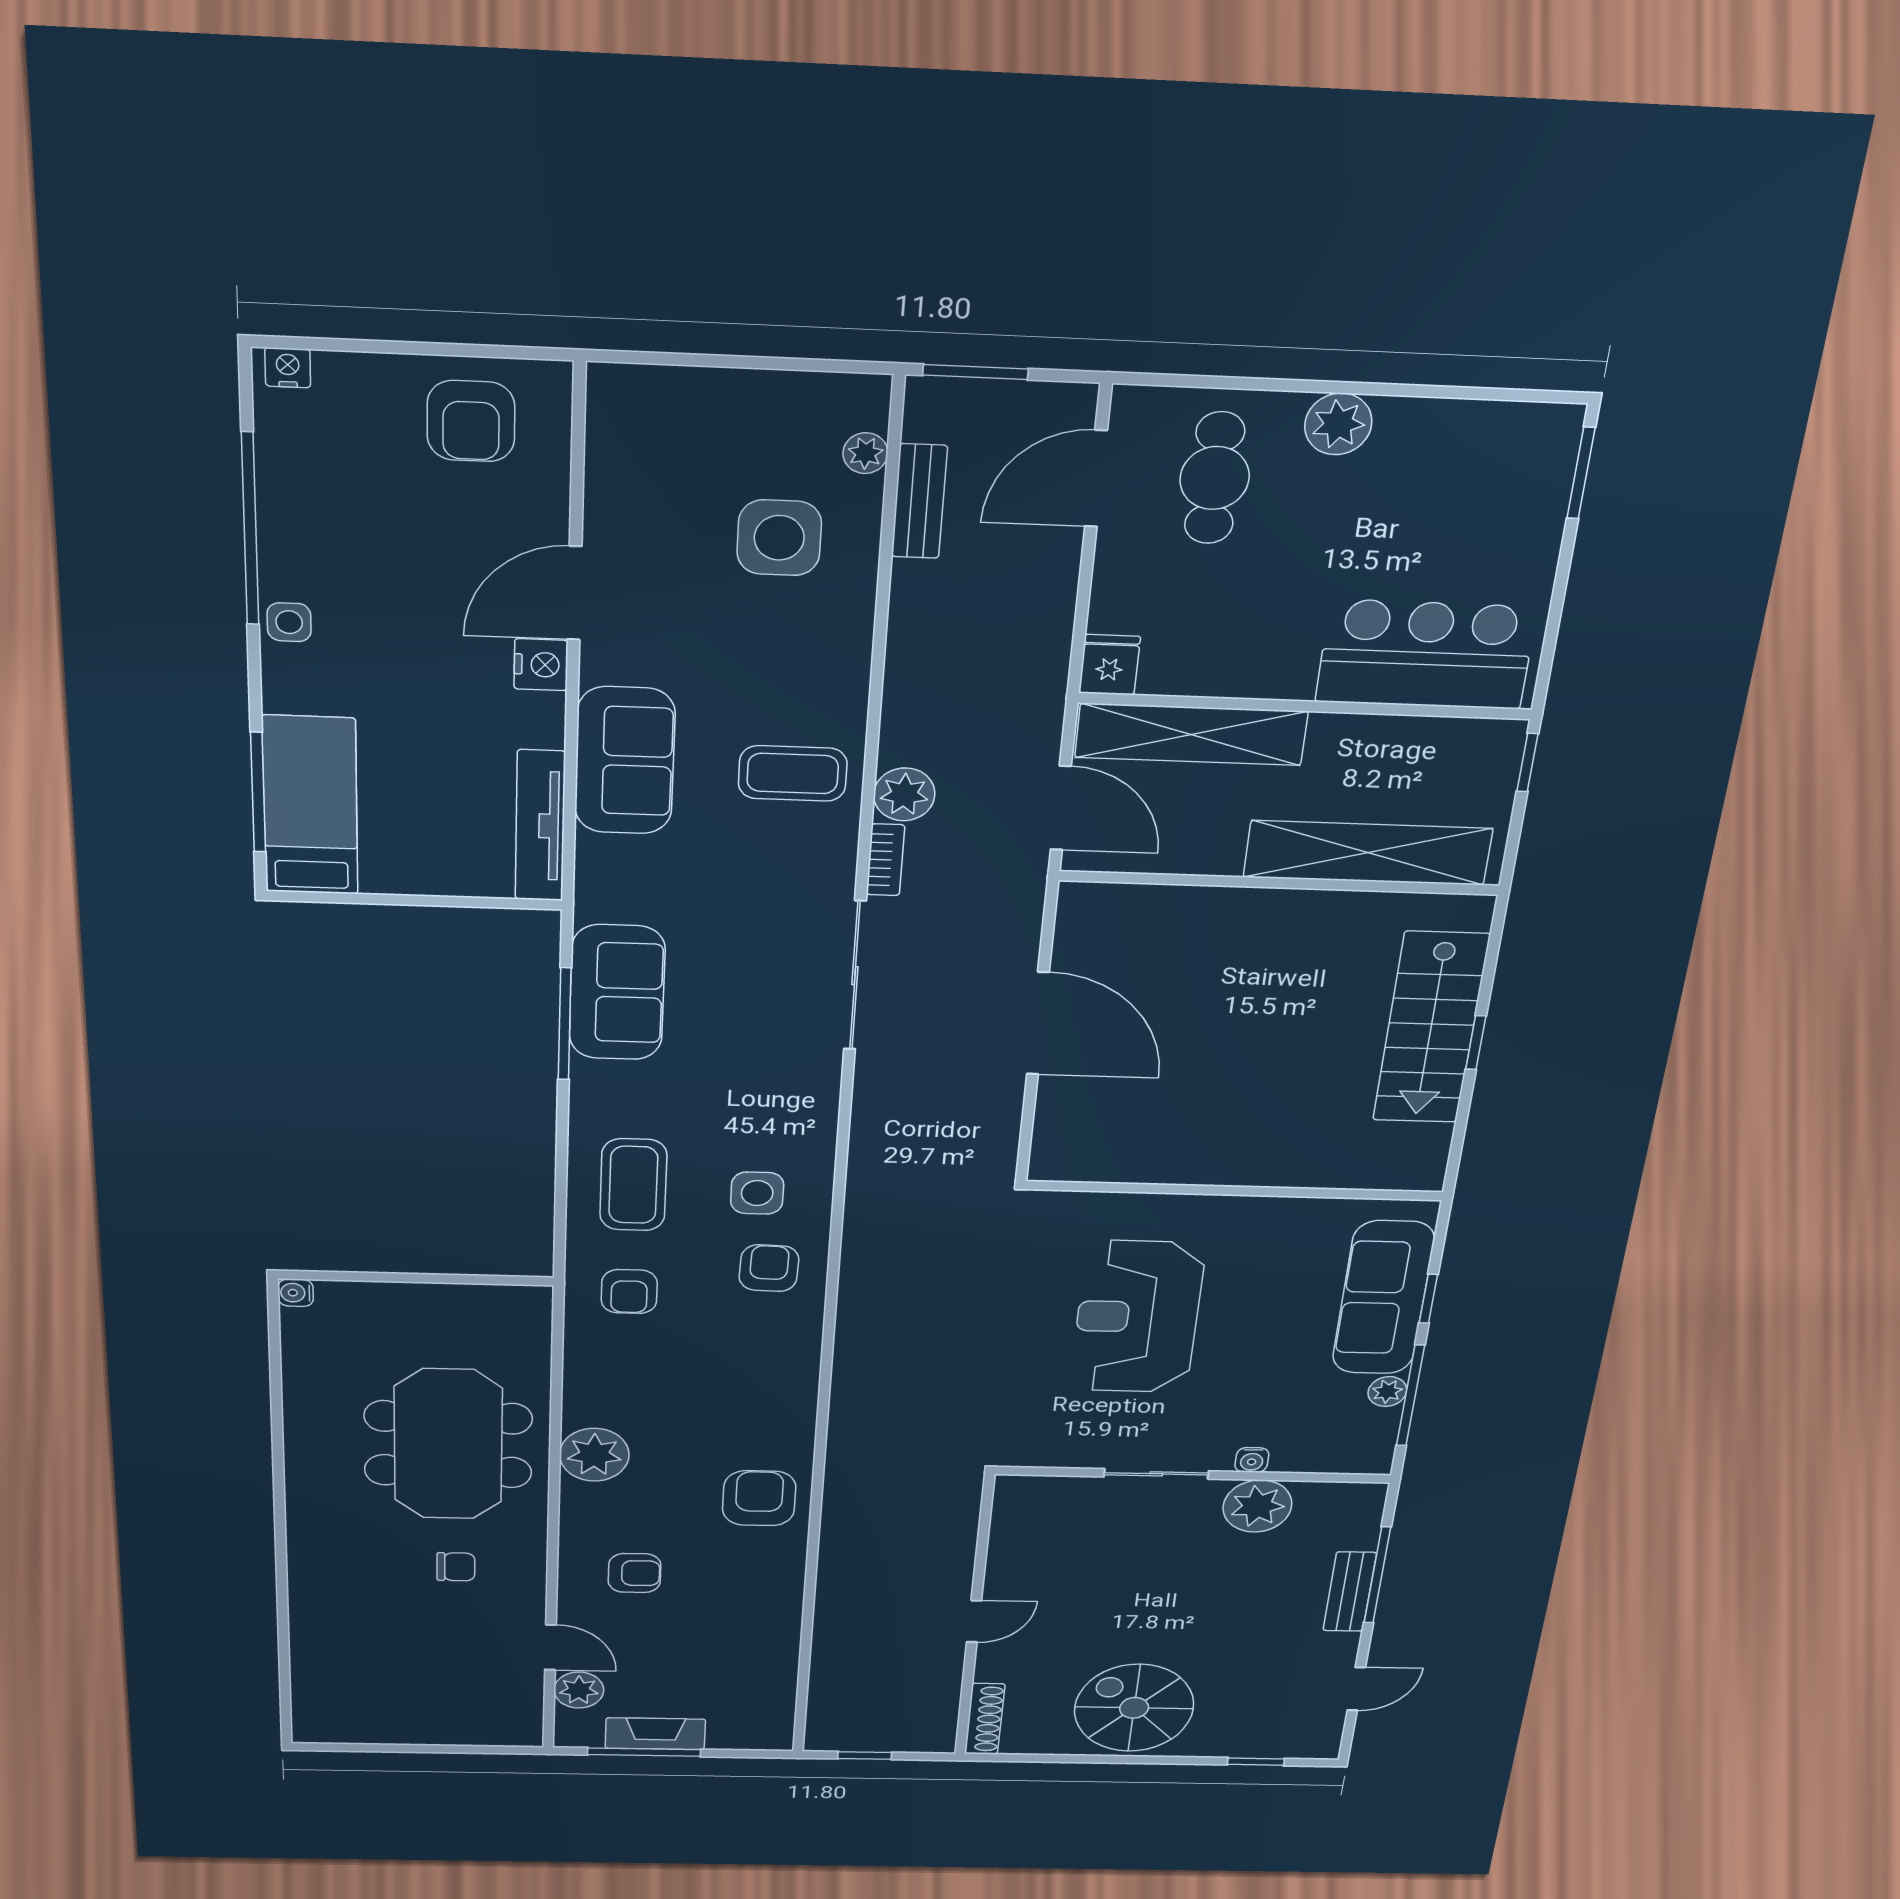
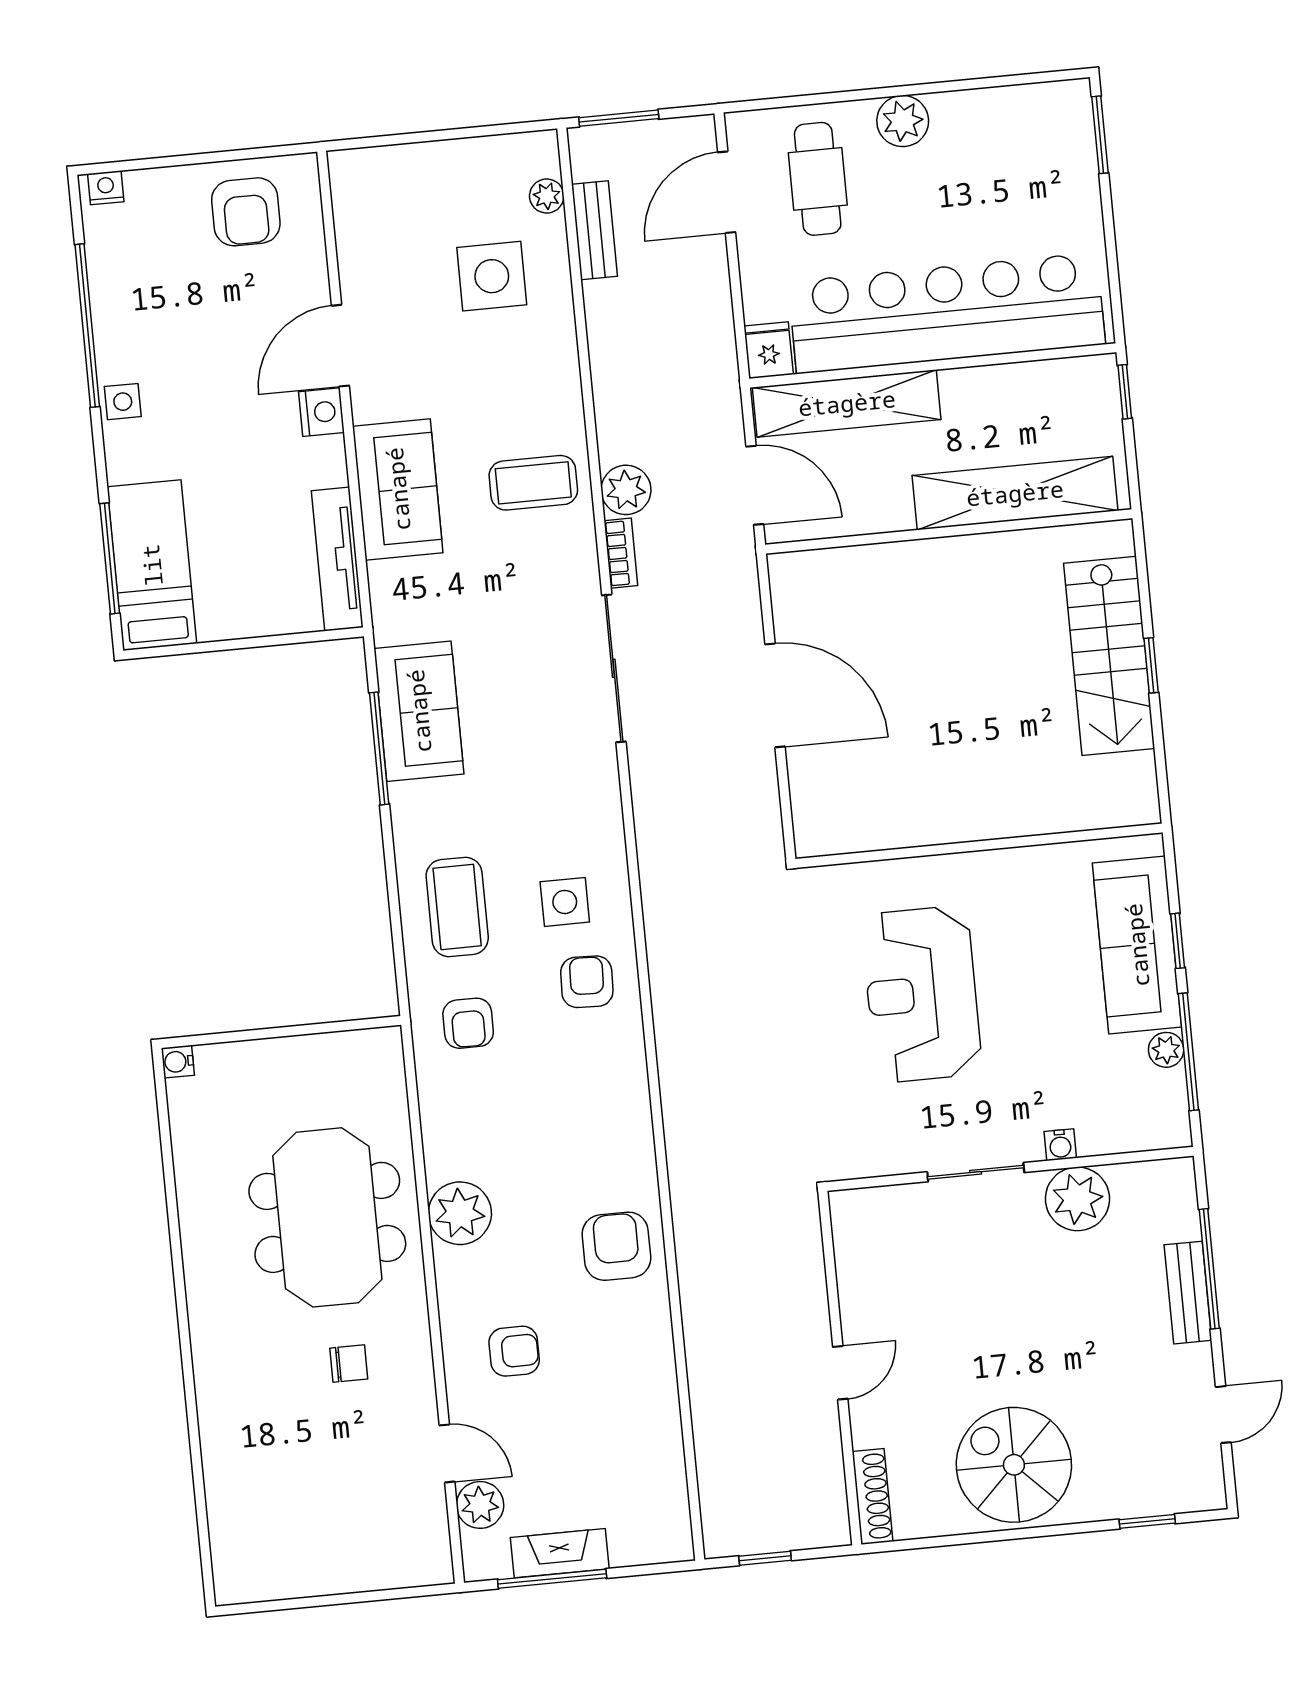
bar counter: (1426, 654) -> (947, 313), width x1.86

